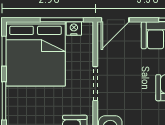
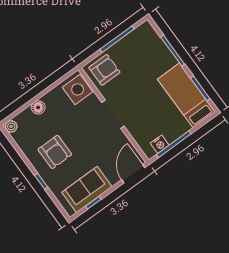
bed: (35, 54) -> (186, 95), width x0.49

